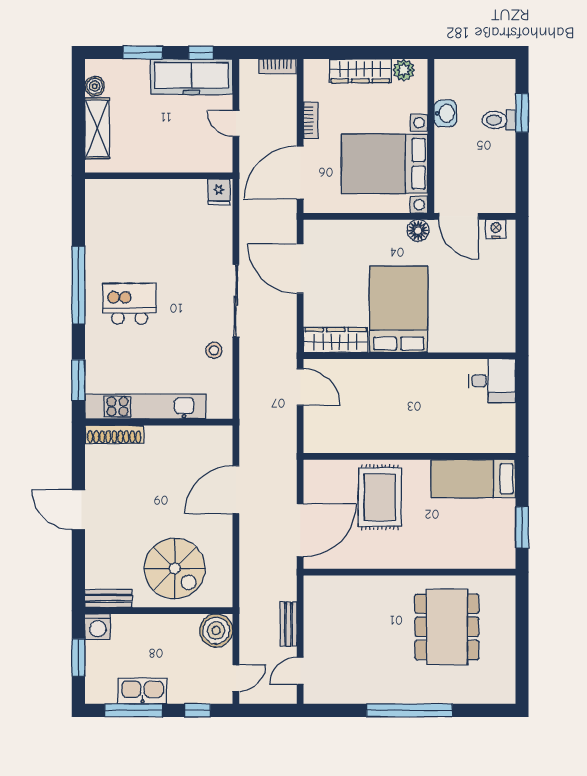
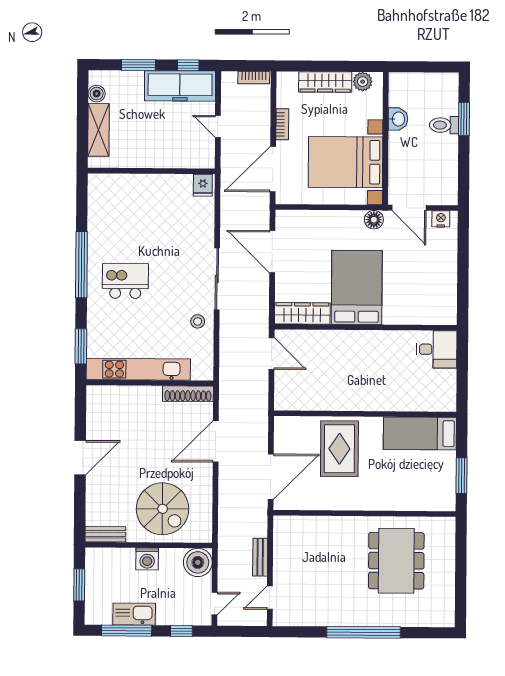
shoe rack: (114, 434) -> (188, 394), moved
door: (78, 510) -> (80, 458), swing flipped
washing machine: (98, 627) -> (147, 559), moved

